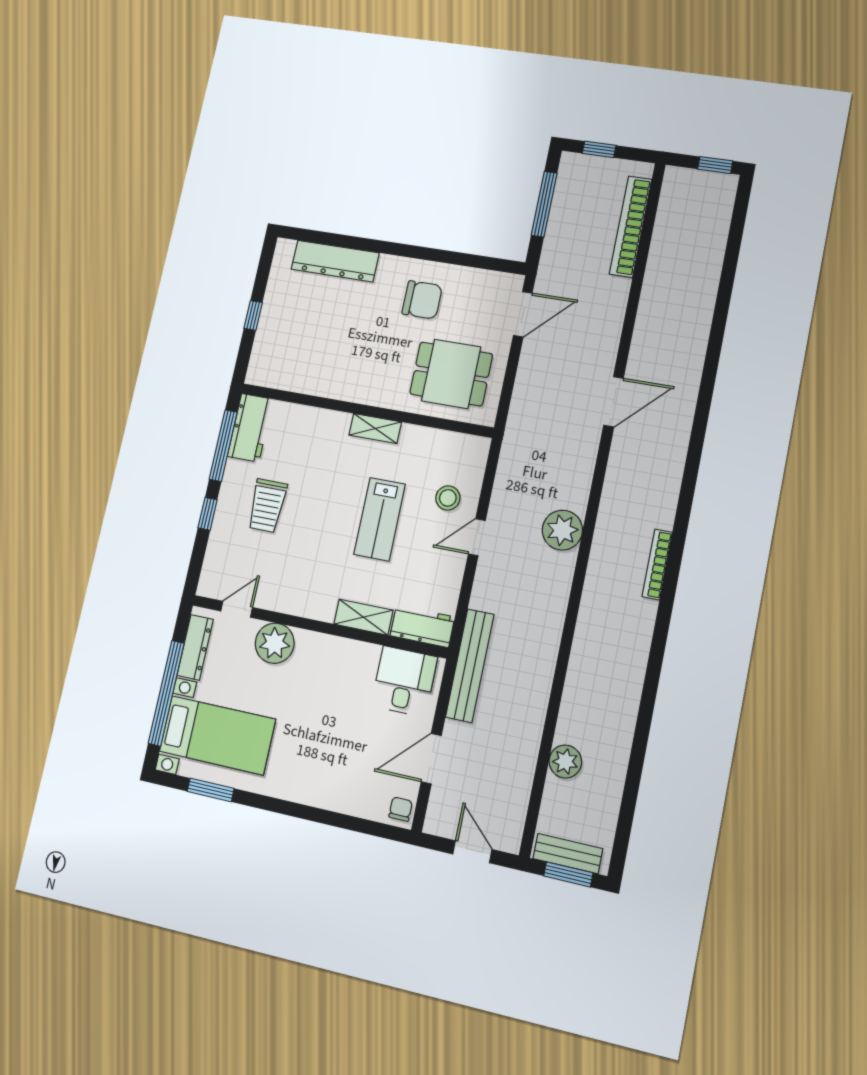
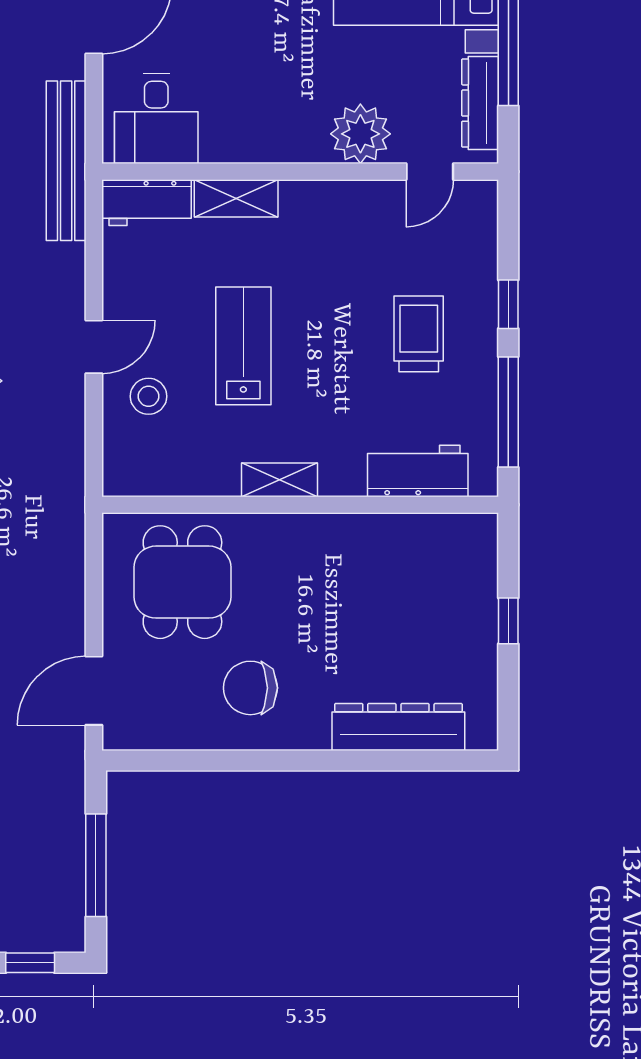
dining table: (451, 374) -> (182, 582), turned 90
workbench: (250, 428) -> (418, 471), moved, turned 90

